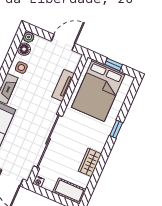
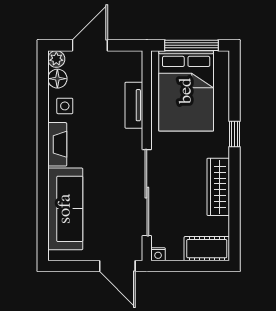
door: (63, 42) -> (90, 45), moved
window: (114, 64) -> (191, 45), width x2.17
wardrobe: (90, 162) -> (218, 187), width x1.50

